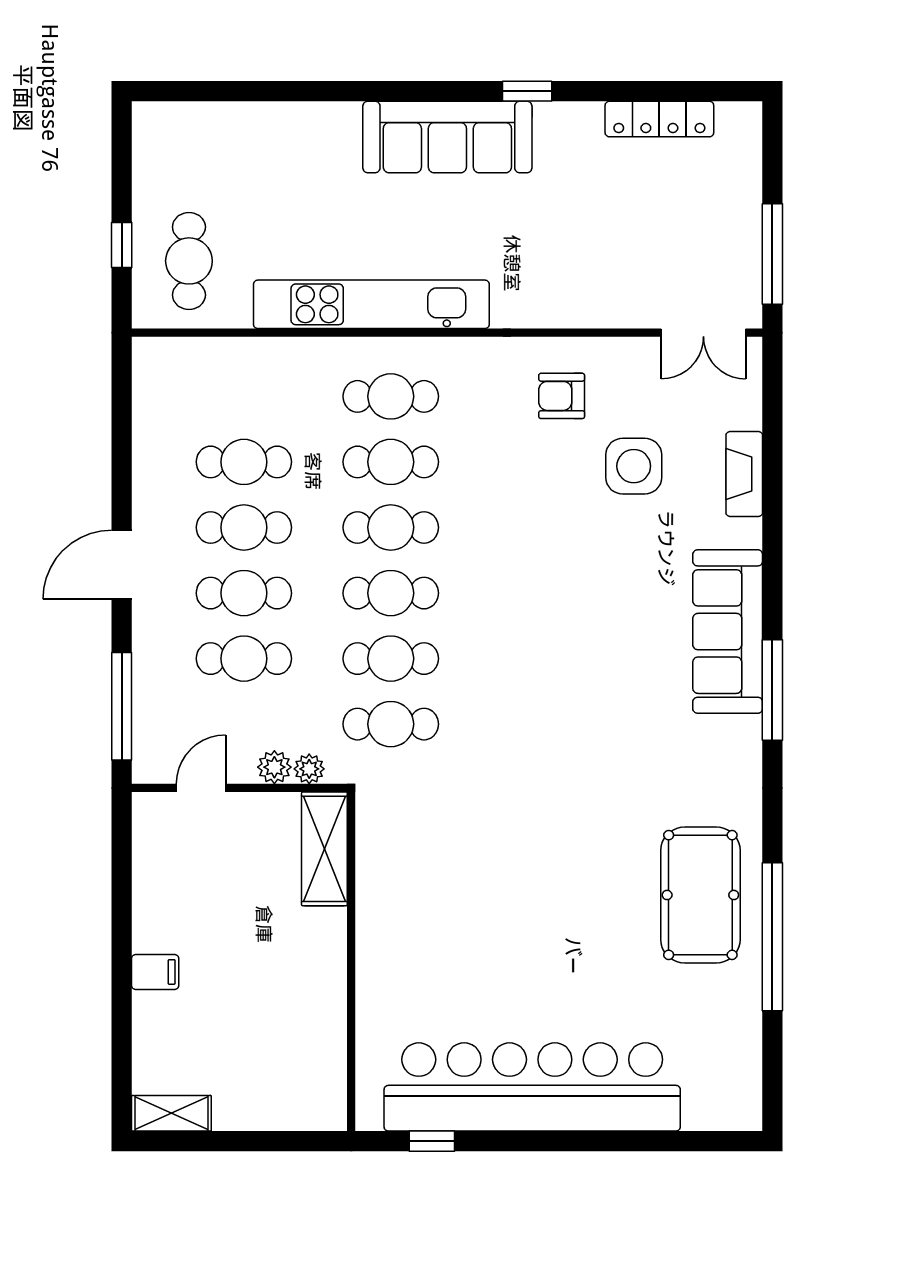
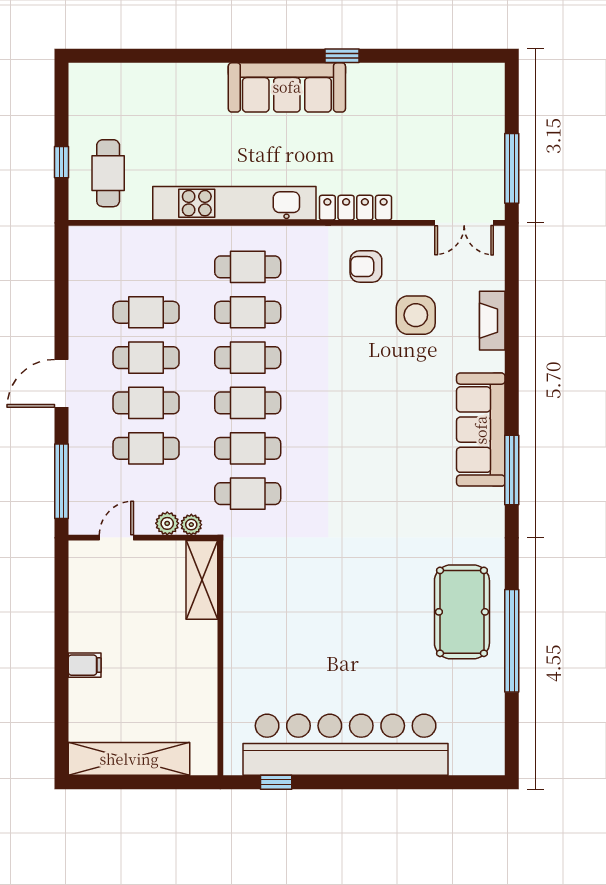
locker: (659, 119) -> (355, 208), moved, turned 180
shelving: (171, 1113) -> (129, 759), width x2.20, depth x1.33

